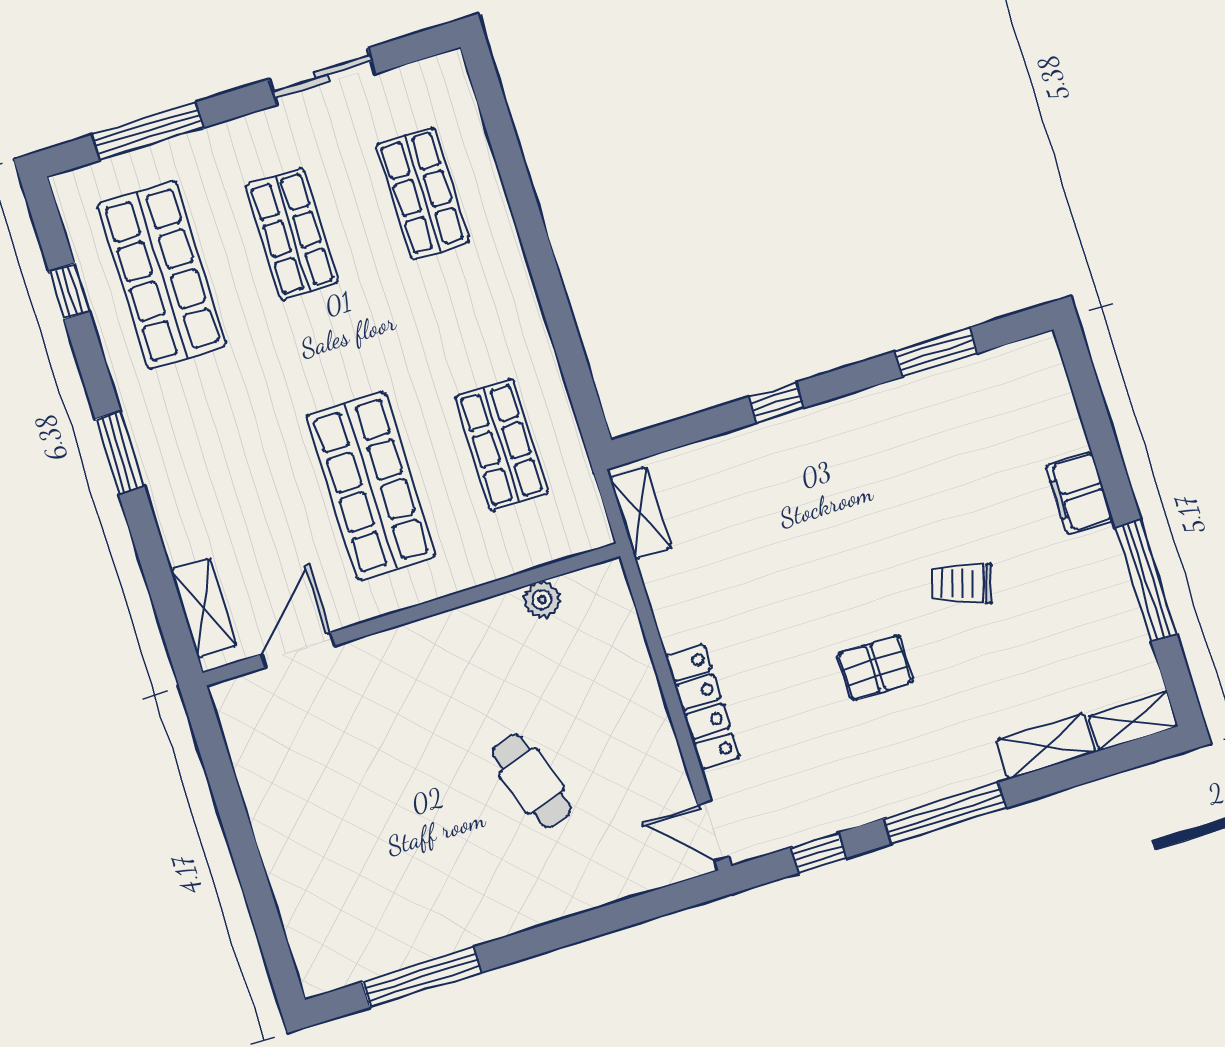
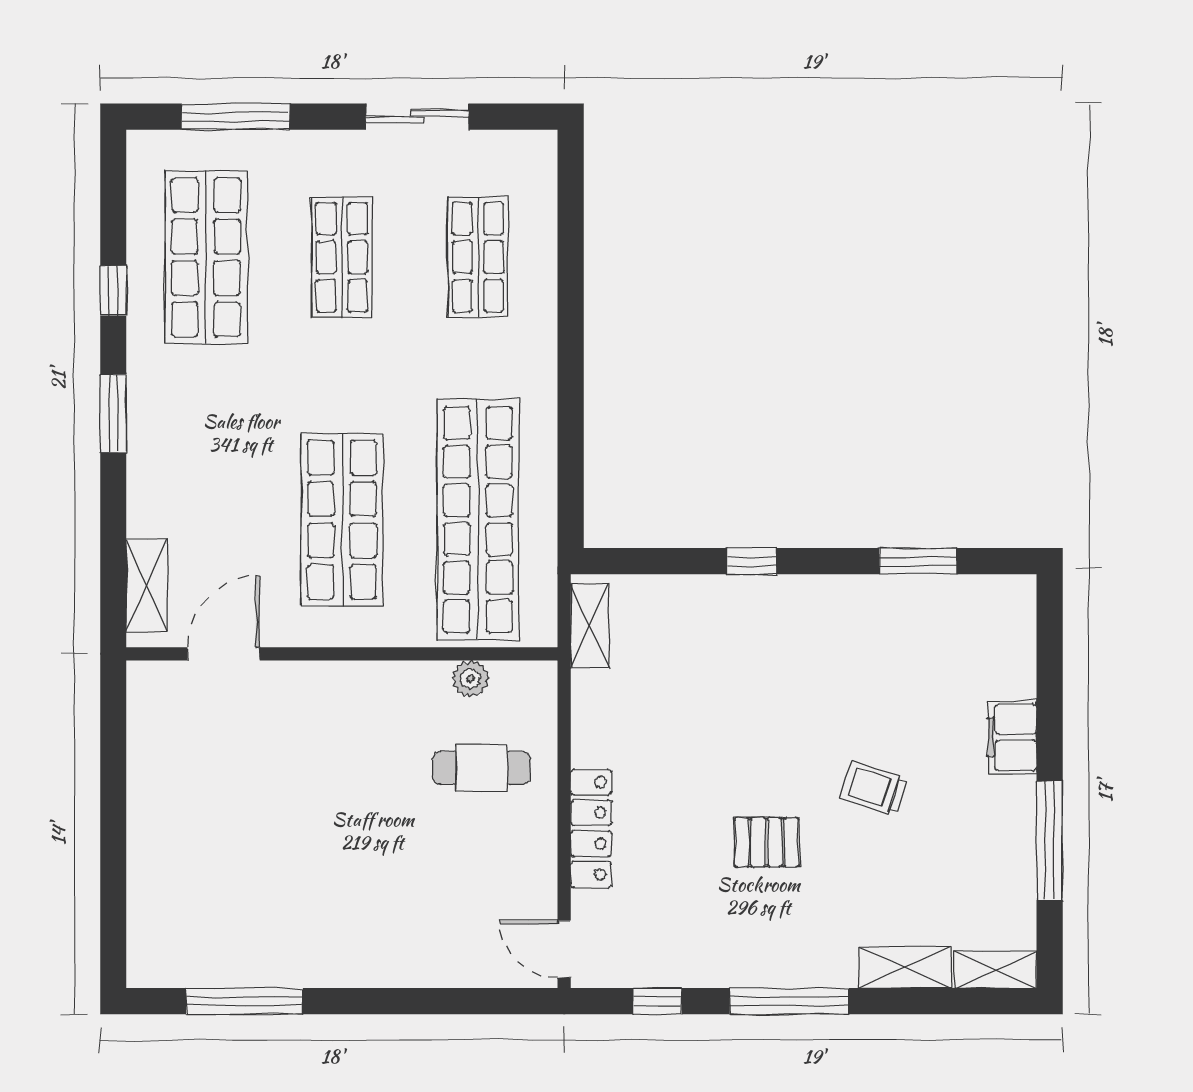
window: (69, 291) -> (113, 291), moved
shop shelf: (501, 445) -> (478, 520), width x2.00, depth x1.36
cafe table: (532, 781) -> (482, 768), moved, turned -72

